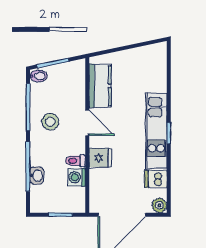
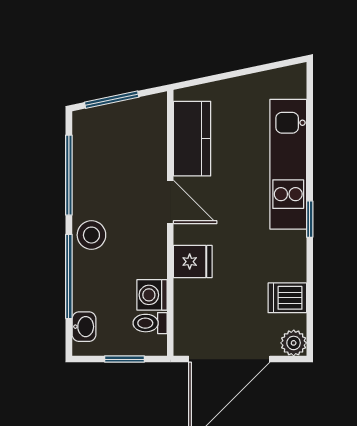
bidet: (38, 76) -> (87, 122), removed
stool: (50, 122) -> (91, 235), moved
kitchen unit: (156, 131) -> (288, 164), moved
toilet: (75, 161) -> (150, 323), moved
washbasin: (37, 176) -> (84, 327), moved

